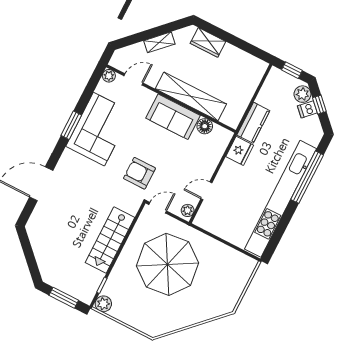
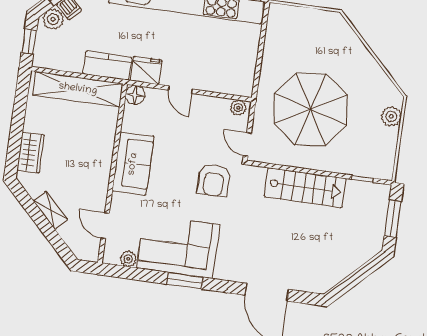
plant: (109, 76) -> (128, 259), moved
shelving: (191, 96) -> (78, 89), moved, turned 90
floor lamp: (205, 126) -> (135, 95), moved
door: (206, 191) -> (180, 90), moved
plant: (103, 304) -> (391, 116), moved

